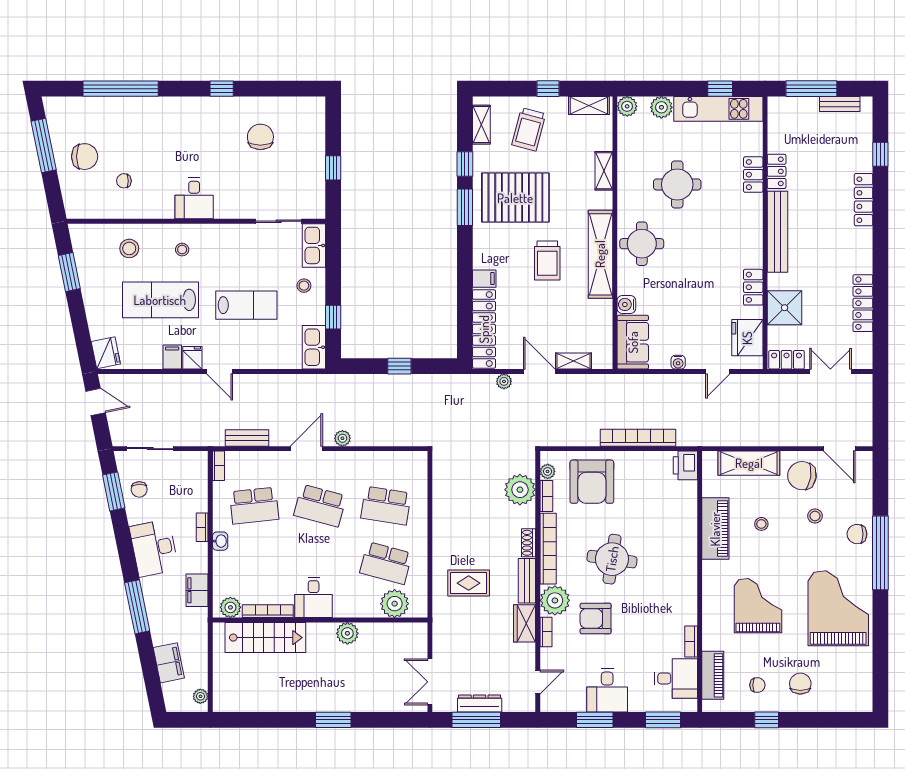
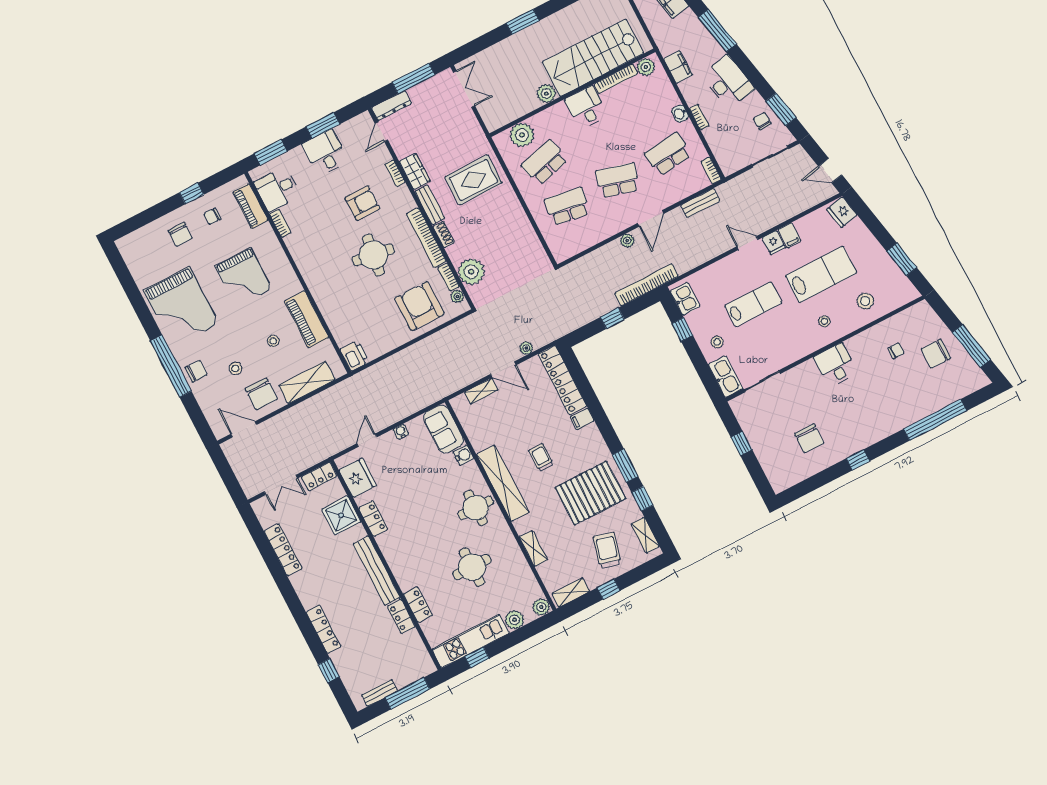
trolley: (547, 261) -> (541, 457), width x0.73, depth x0.72
lab bench: (246, 305) -> (753, 304), turned 180
kitchen sink: (314, 347) -> (685, 299), width x0.73
bookcase: (638, 438) -> (646, 285), moved, turned 180
chair: (802, 476) -> (261, 394), turned 81
school desk: (386, 563) -> (545, 162), turned -30
rug: (469, 583) -> (474, 180), width x1.36, depth x1.43
plant: (555, 600) -> (401, 201), removed
stairs: (265, 638) -> (593, 58), width x1.36, depth x1.51
dresser: (480, 704) -> (392, 106), moved

